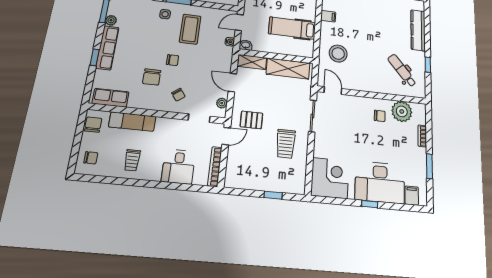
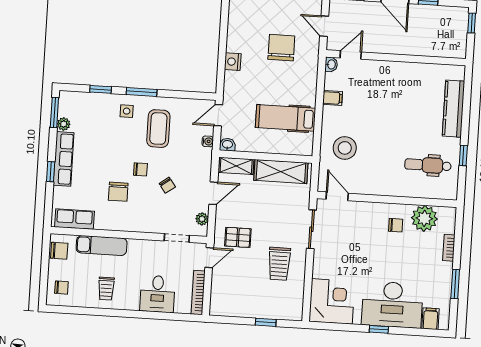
dental chair: (402, 70) -> (428, 165), turned -49
door: (232, 83) -> (213, 193), swing flipped
chair: (178, 95) -> (167, 185), moved
chair: (93, 125) -> (59, 251), turned 90

